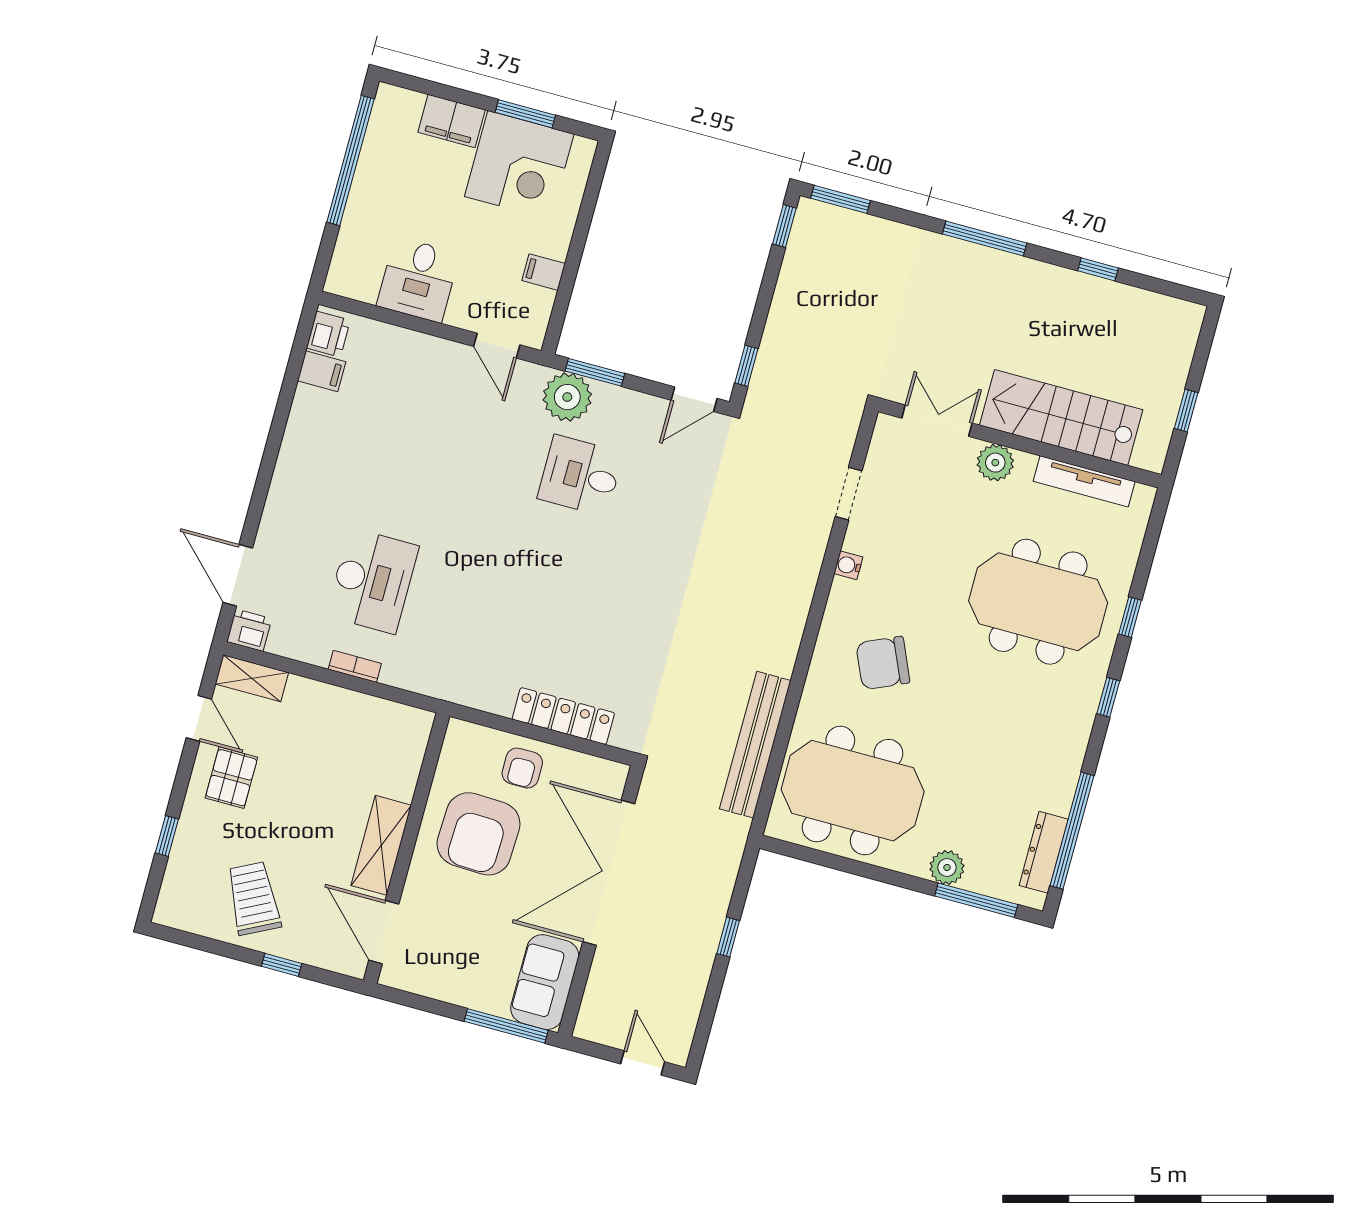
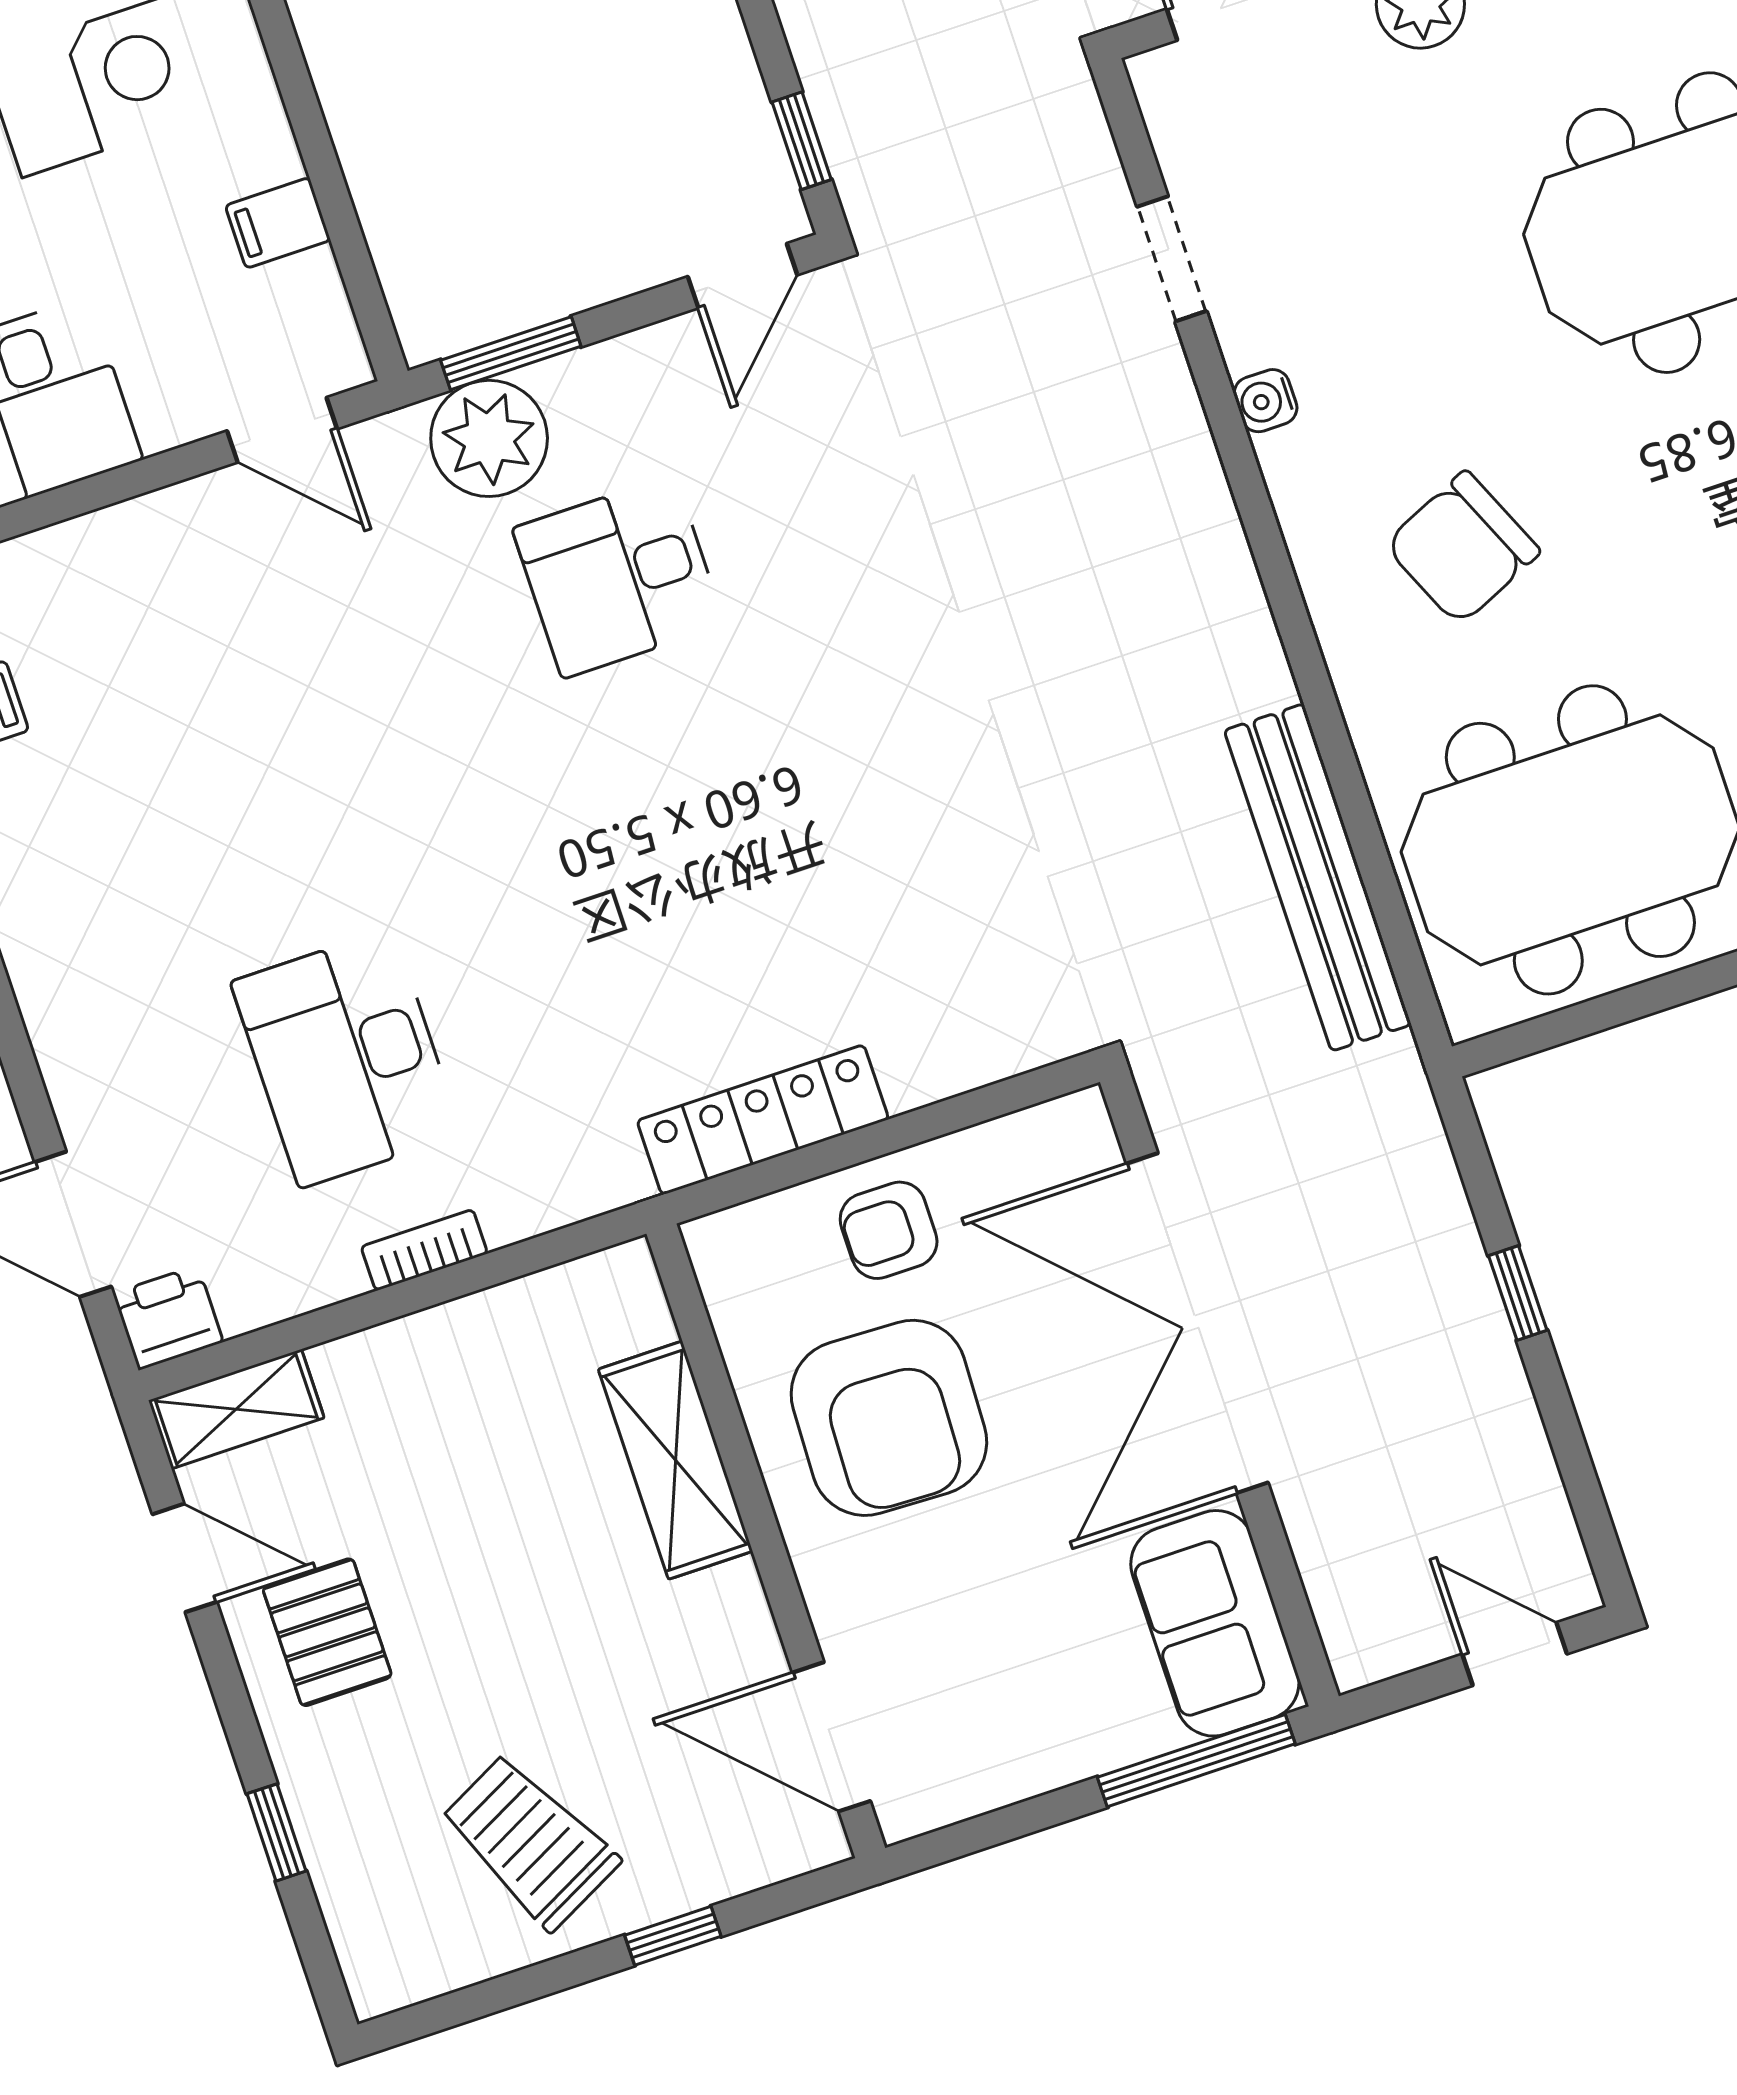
desk: (372, 581) -> (346, 1058), turned 180
locker: (563, 716) -> (763, 1120), moved
armchair: (522, 768) -> (889, 1230), turned 90
shelving: (381, 845) -> (675, 1460), moved

